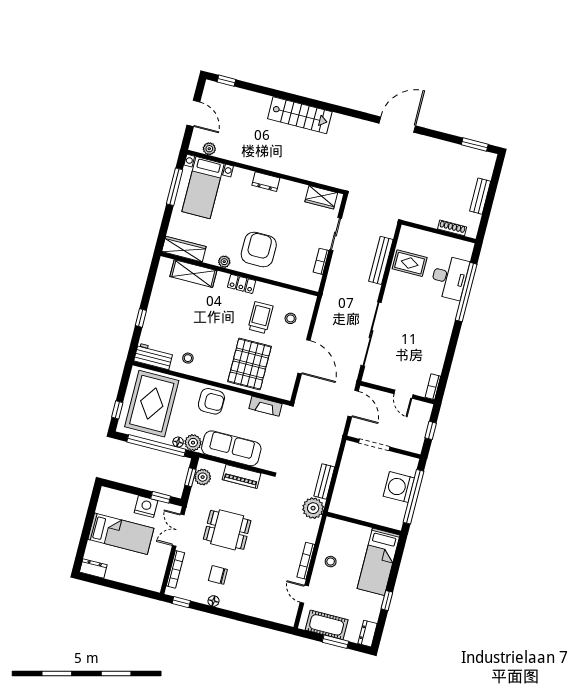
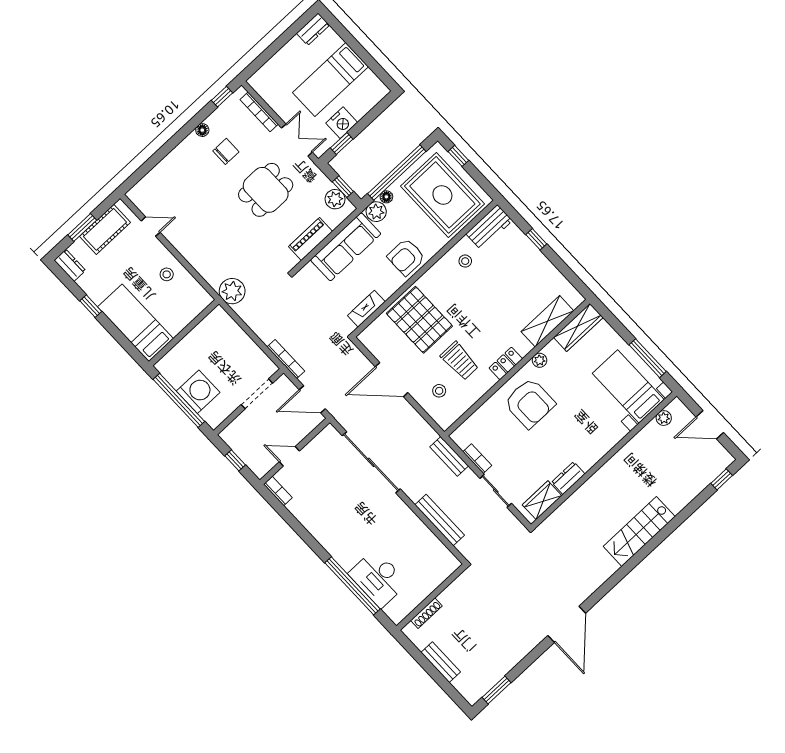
dresser: (266, 182) -> (568, 478), moved
rug: (410, 263) -> (418, 547), removed
bench: (324, 481) -> (449, 456), moved
bookcase: (306, 561) -> (286, 359), moved

